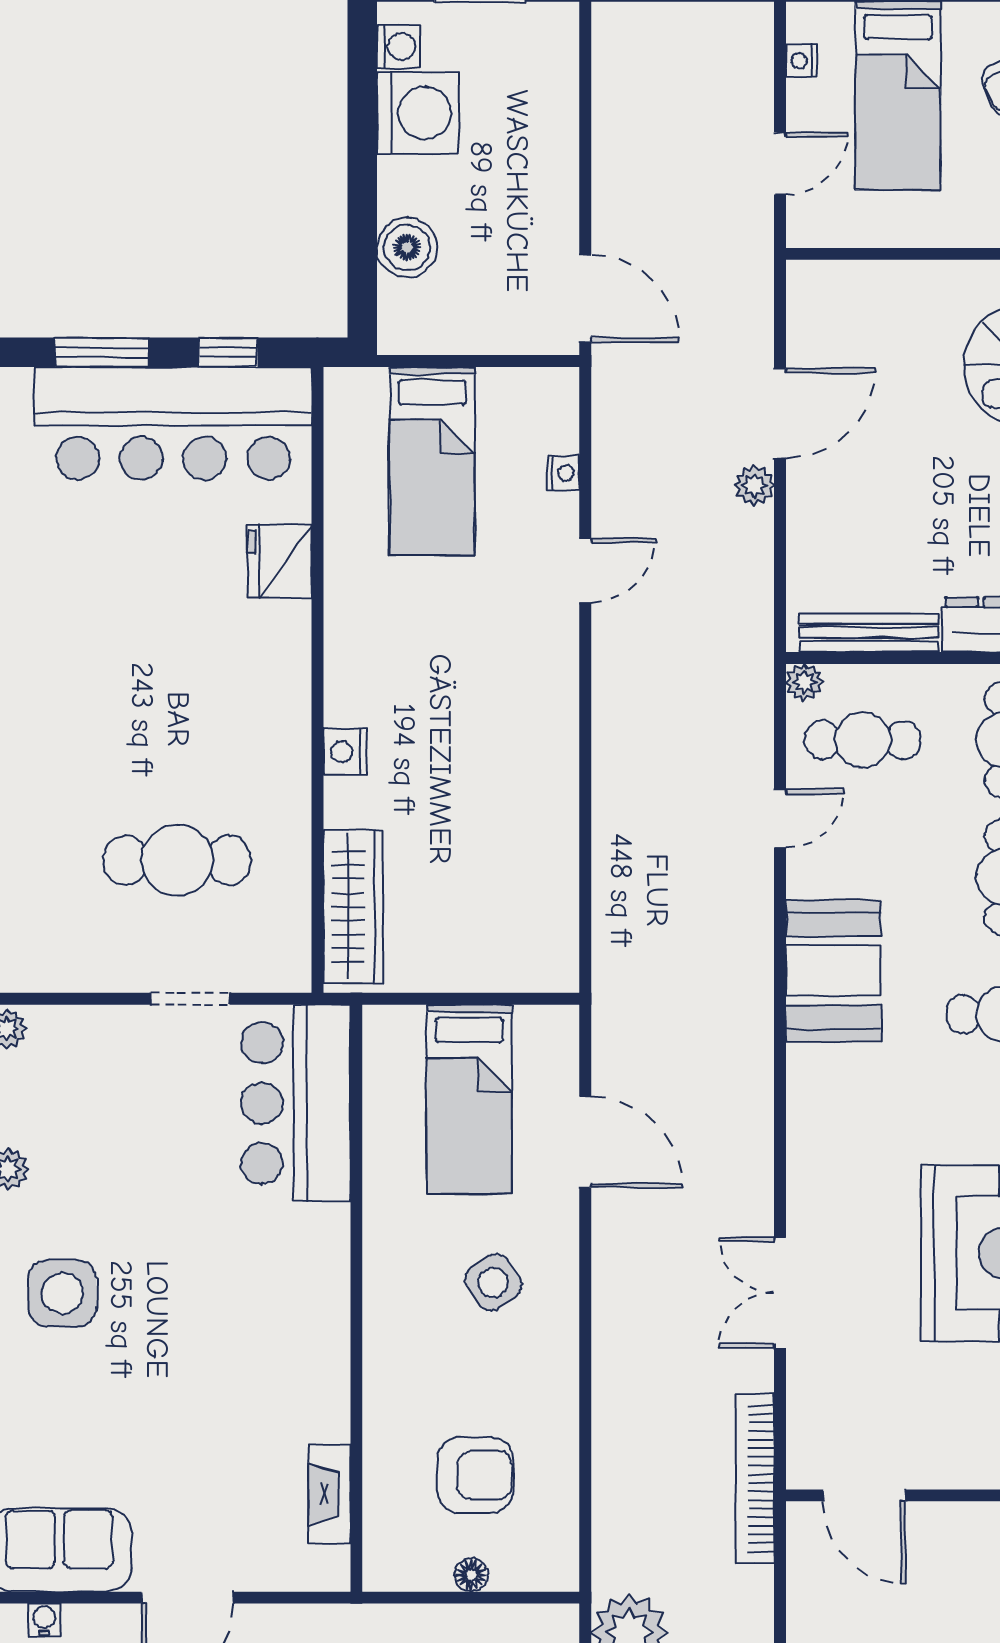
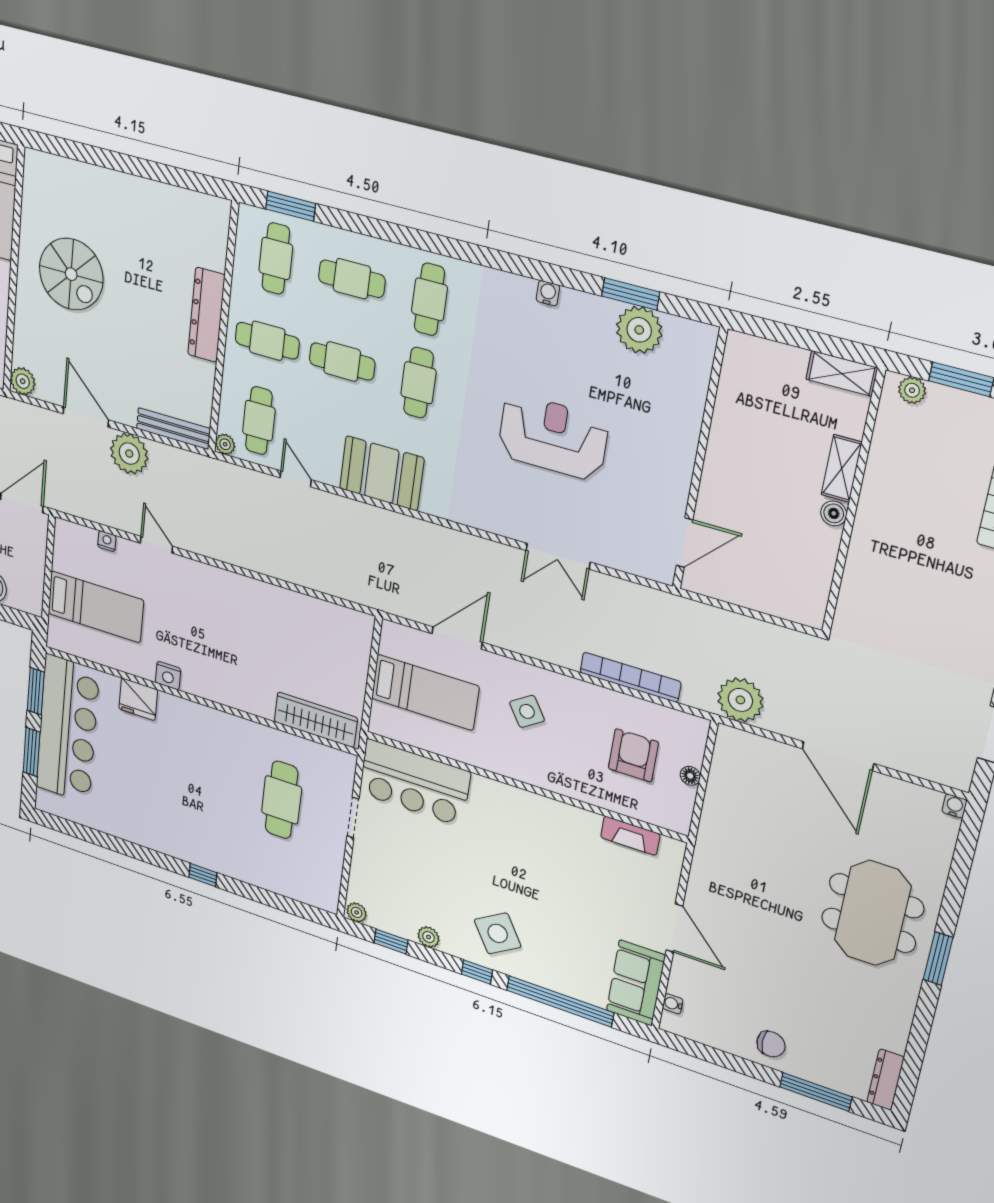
plant: (811, 285) -> (23, 381), added
window: (228, 352) -> (36, 691), width x1.50
plant: (754, 485) -> (129, 454), width x1.88, depth x1.88
bench: (869, 633) -> (173, 429), moved, turned 90
nightstand: (345, 752) -> (168, 676), moved
side table: (62, 1293) -> (498, 933), turned -32
bookcase: (755, 1479) -> (630, 677), moved, turned 180

